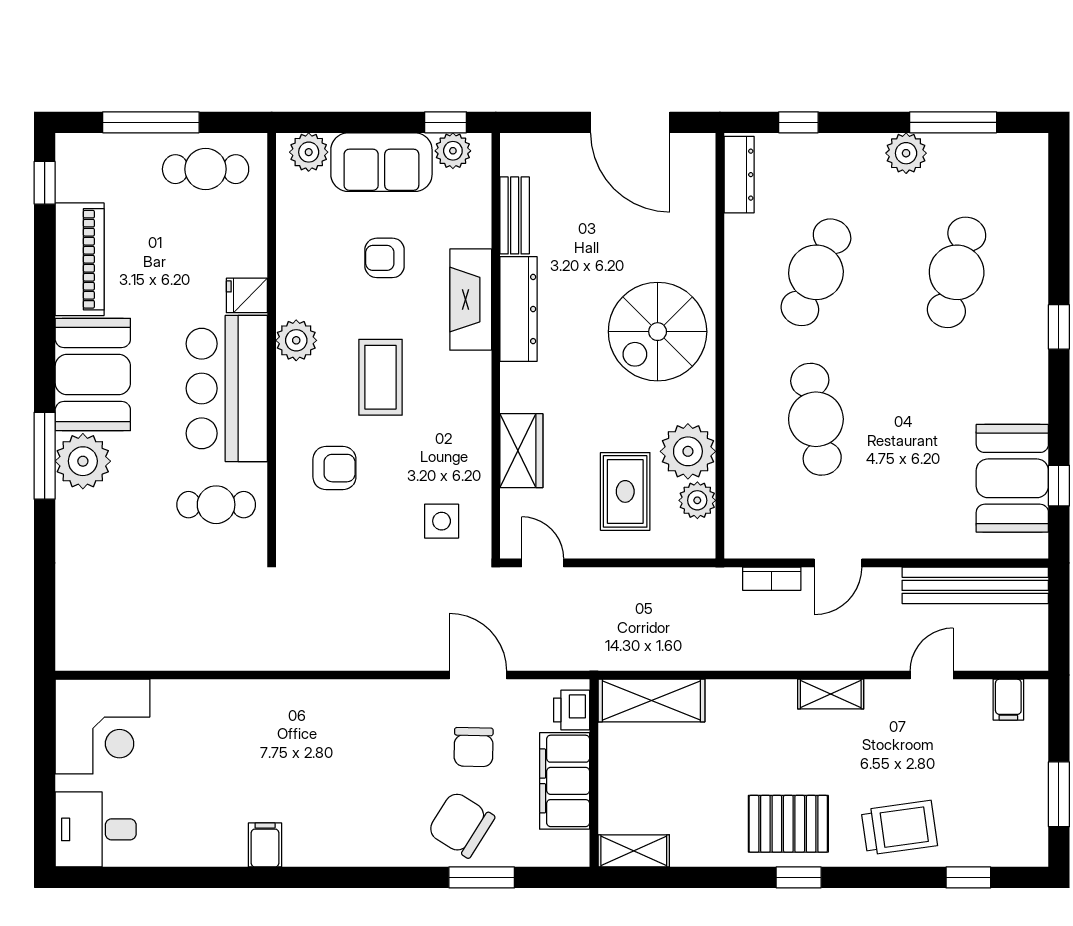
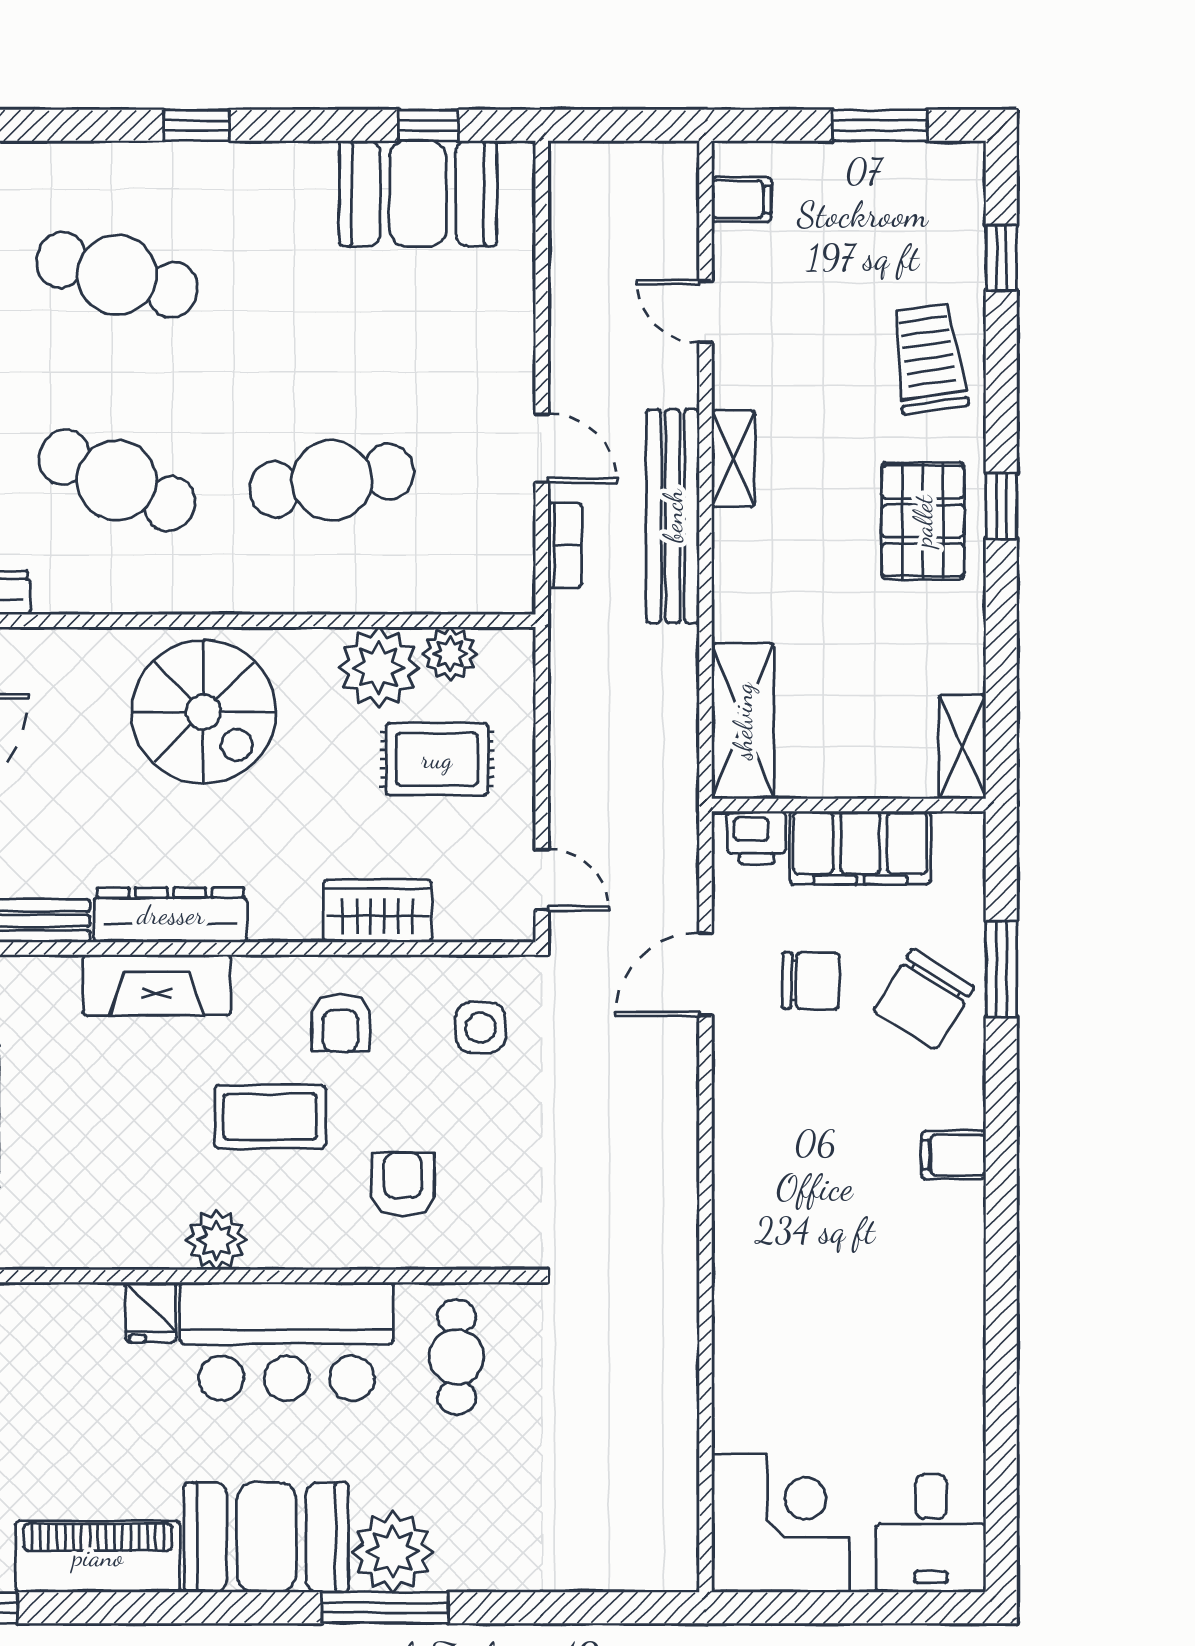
armchair: (385, 258) -> (341, 1023), moved
door: (543, 563) -> (542, 880), swing flipped
bench: (975, 585) -> (673, 516), moved
filing cabinet: (265, 845) -> (954, 1155), moved

